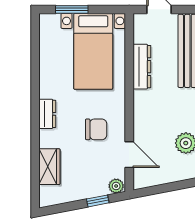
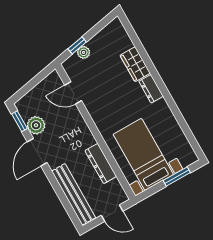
chair: (96, 129) -> (108, 98), removed
wardrobe: (49, 167) -> (135, 64), moved
plant: (116, 186) -> (84, 52), moved

